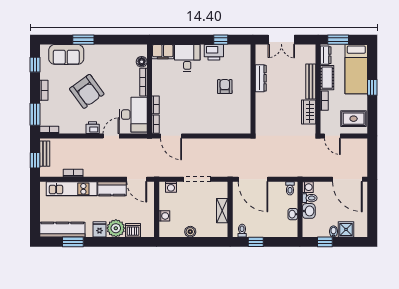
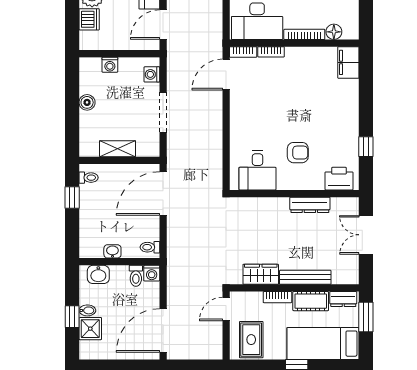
printer: (214, 52) -> (339, 179), moved, turned 90
desk: (187, 58) -> (257, 170), moved, turned 90
washbasin: (309, 211) -> (98, 274), moved
window: (325, 242) -> (72, 317), moved

